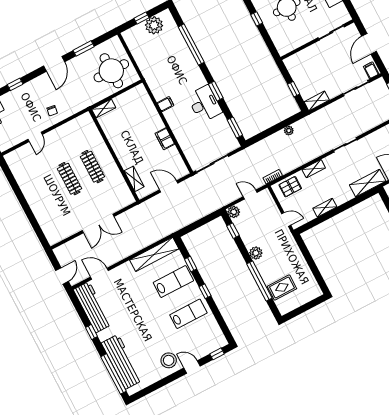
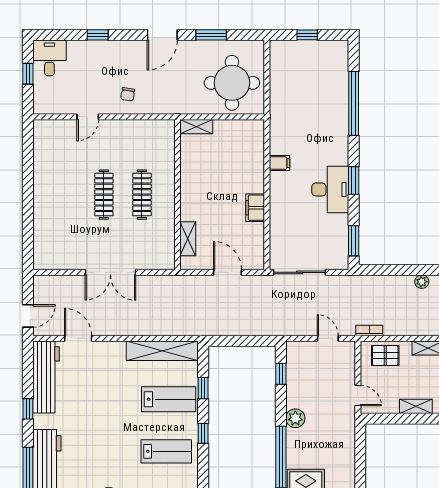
plant: (154, 25) -> (318, 53), removed
plant: (234, 212) -> (295, 350), removed

